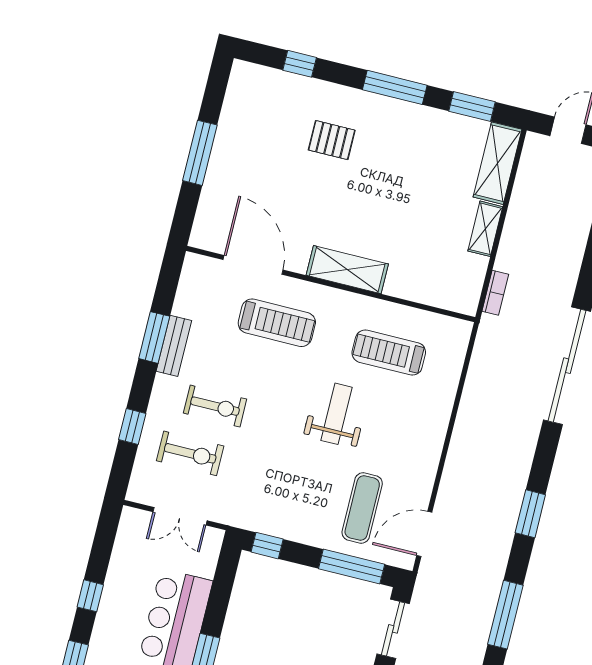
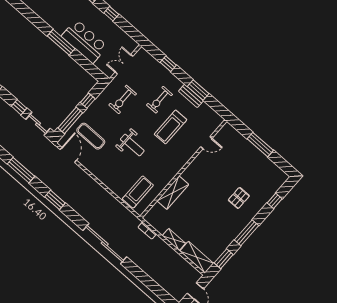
door: (253, 265) -> (206, 143), width x0.53
shelving: (347, 270) -> (173, 193), moved
treadmill: (277, 323) -> (170, 127), moved
treadmill: (389, 353) -> (138, 192), moved
exercise bike: (190, 453) -> (123, 99), moved
window: (267, 546) -> (88, 101), moved

